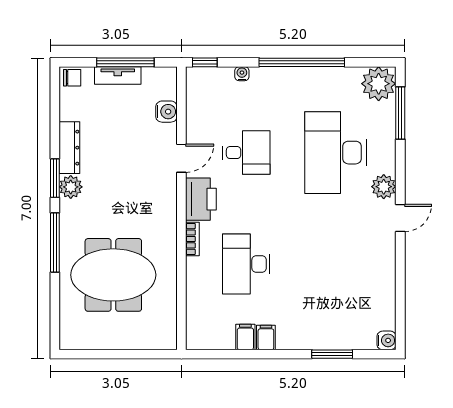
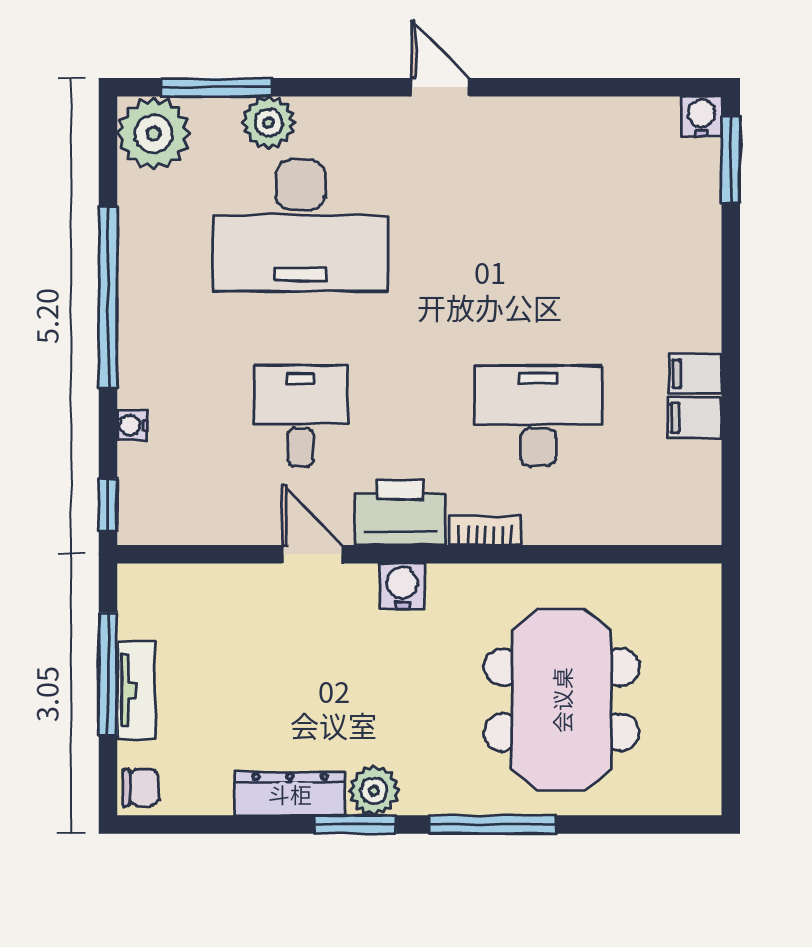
chair: (72, 78) -> (141, 787), turned 90
water cooler: (166, 112) -> (402, 586), moved
plant: (384, 187) -> (269, 123), moved
desk: (246, 264) -> (538, 416), turned 180
window: (332, 354) -> (731, 159), moved

